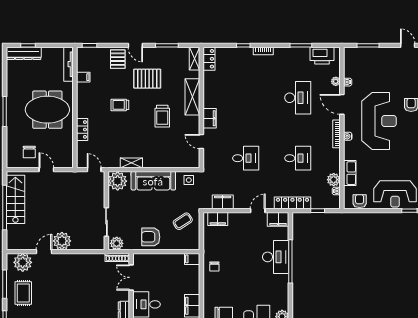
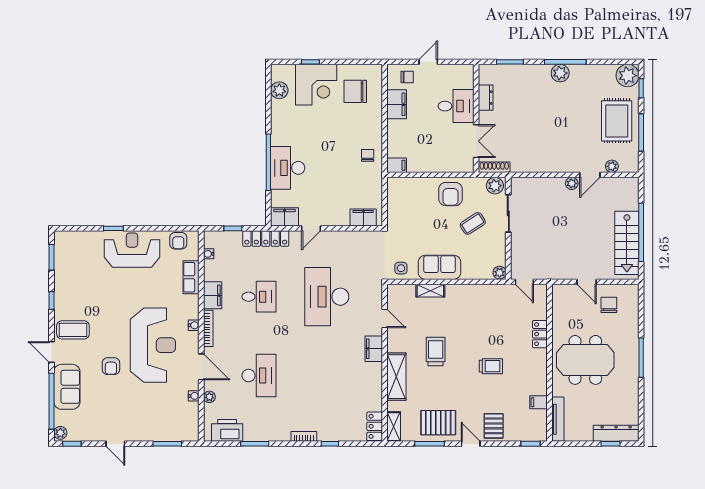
pallet: (147, 79) -> (438, 423), moved
desk: (298, 98) -> (259, 376), turned 180
reception desk: (379, 121) -> (153, 345), turned 180
desk: (246, 158) -> (327, 297), width x1.87, depth x1.30
desk: (298, 158) -> (259, 297), turned 180
shelving: (131, 163) -> (430, 291), moved
plant: (334, 180) -> (212, 269), removed
plant: (118, 181) -> (500, 273), width x0.53, depth x0.53
sofa: (153, 181) -> (440, 267), width x0.73
filing cabinet: (223, 202) -> (213, 295), moved, turned -90
coffee table: (183, 221) -> (473, 223), moved
armchair: (151, 237) -> (451, 194), turned 90
plant: (62, 241) -> (572, 183), width x0.53, depth x0.53
plant: (23, 262) -> (612, 166), width x0.53, depth x0.53
rug: (23, 293) -> (617, 121), width x1.36, depth x1.43

